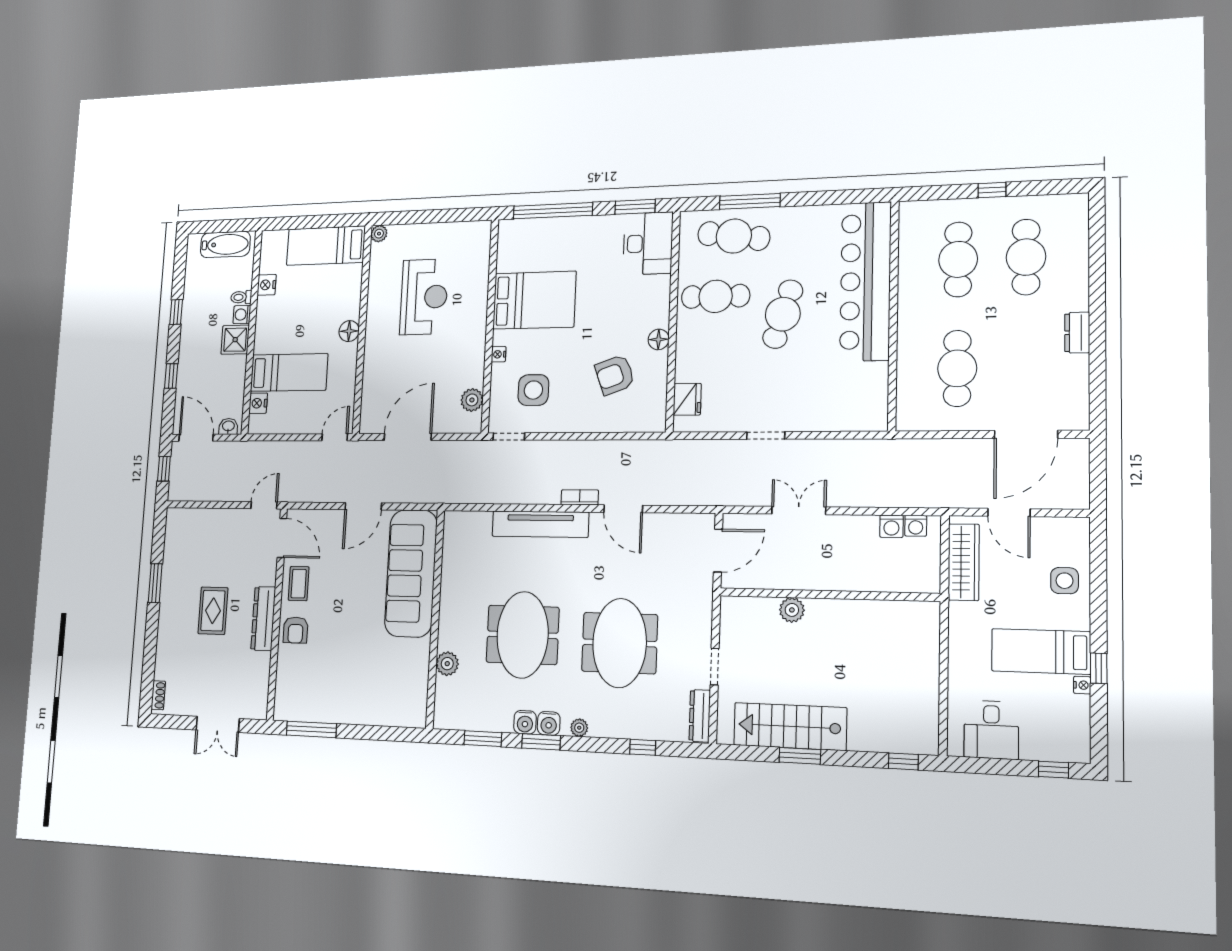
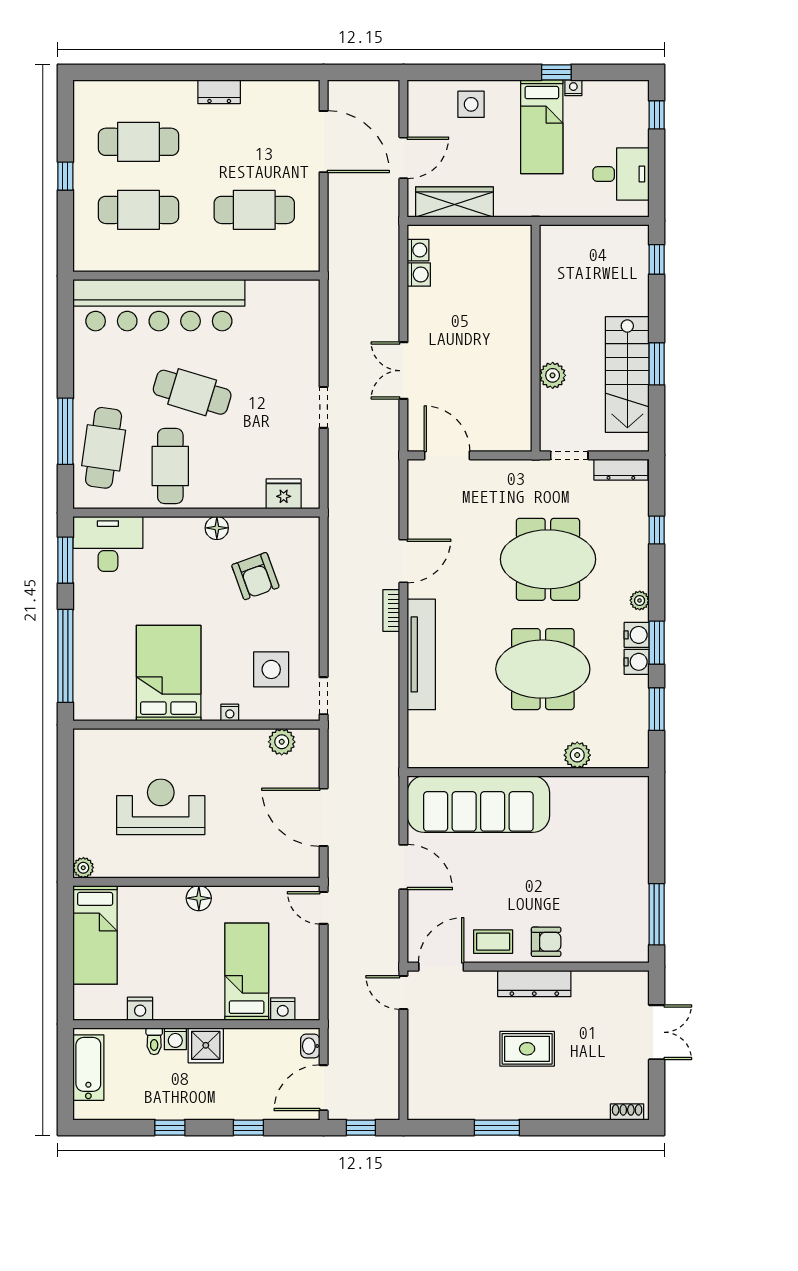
wall: (828, 595) -> (536, 338), moved
plant: (792, 610) -> (553, 375), moved

